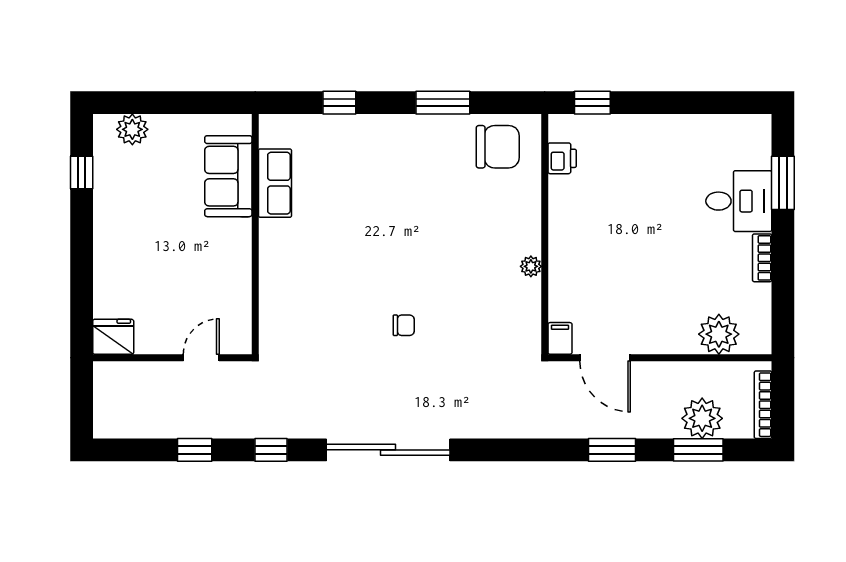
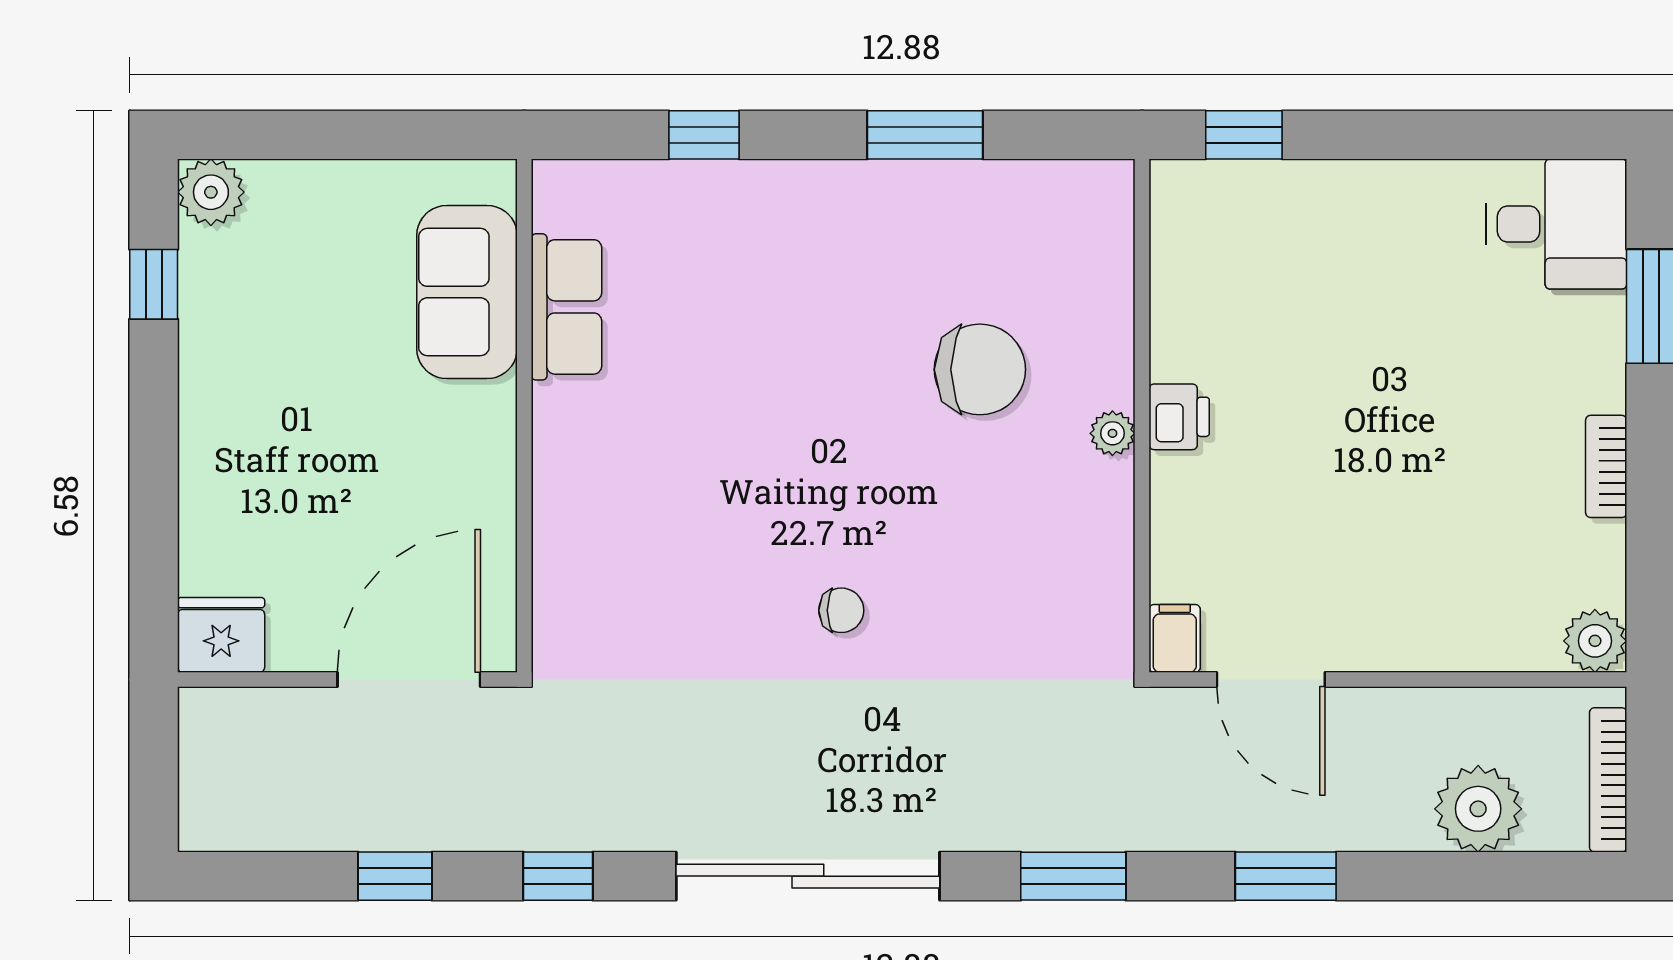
plant: (132, 129) -> (211, 192), moved
chair: (498, 147) -> (980, 369), moved
printer: (562, 158) -> (1179, 417), moved
desk: (739, 201) -> (1556, 224), moved
plant: (531, 266) -> (1112, 433), moved
plant: (719, 334) -> (1595, 641), moved, width x0.73, depth x0.73
door: (201, 358) -> (409, 680), width x1.88
window: (698, 450) -> (1073, 876), moved

